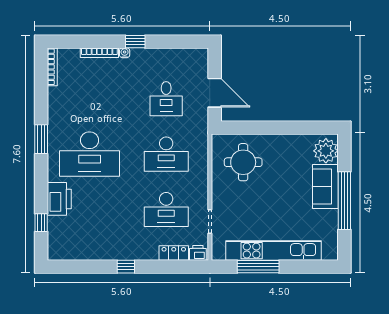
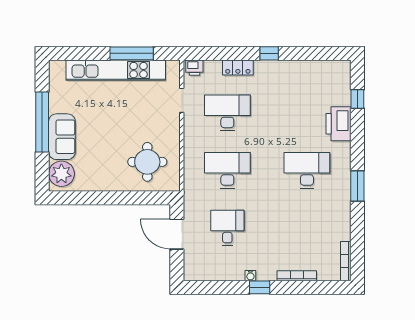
water cooler: (125, 53) -> (250, 276), moved
desk: (90, 154) -> (307, 170), width x0.73, depth x0.77
locker: (174, 253) -> (238, 68), moved

